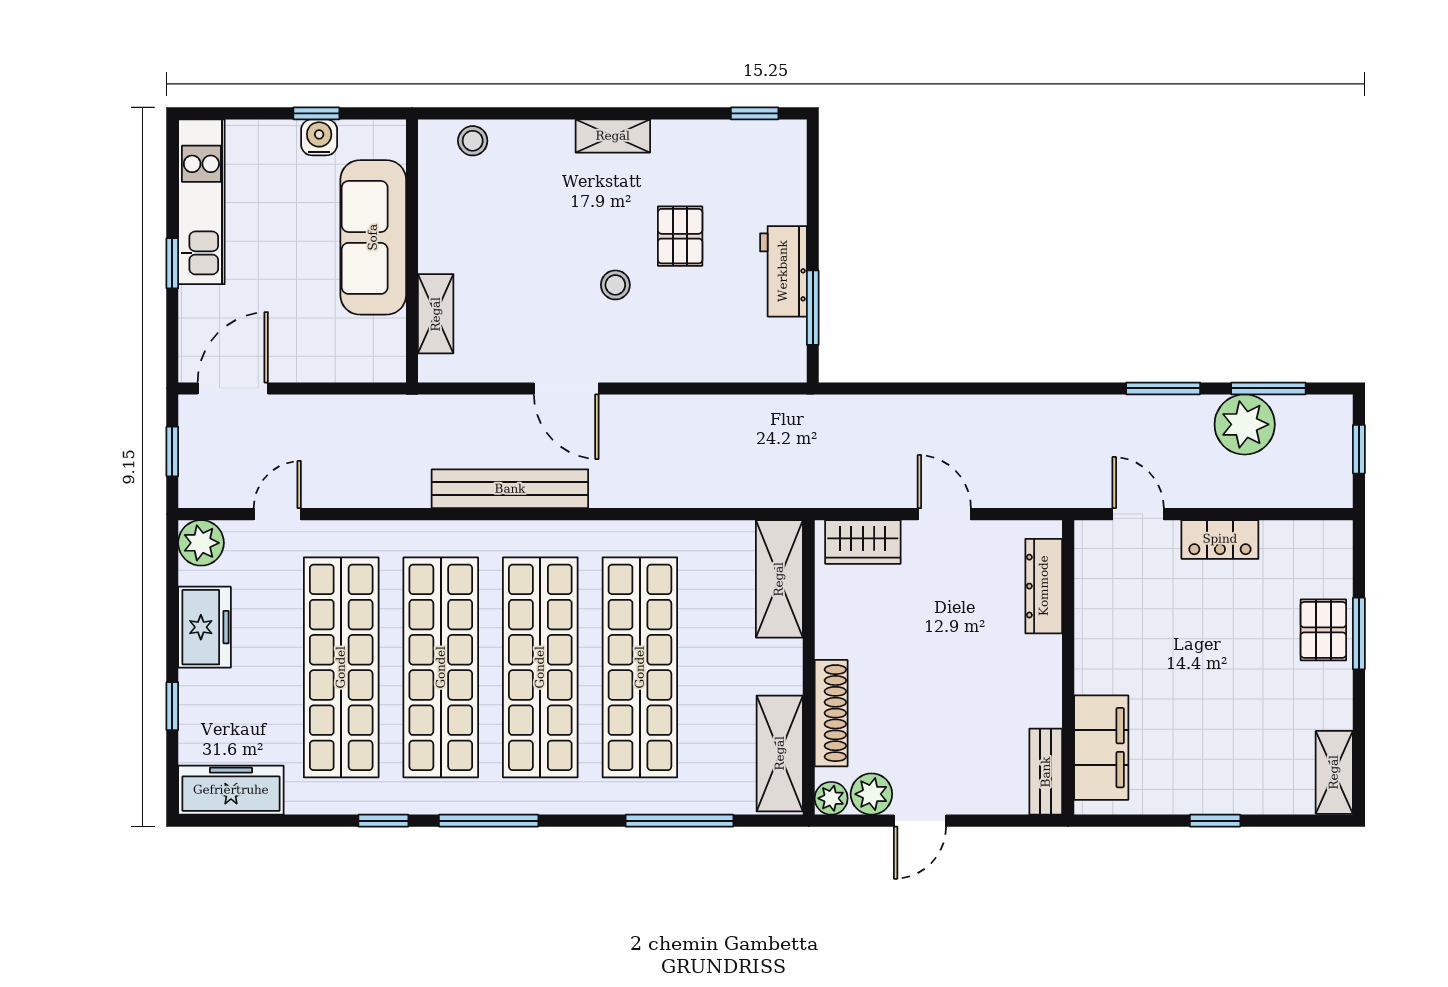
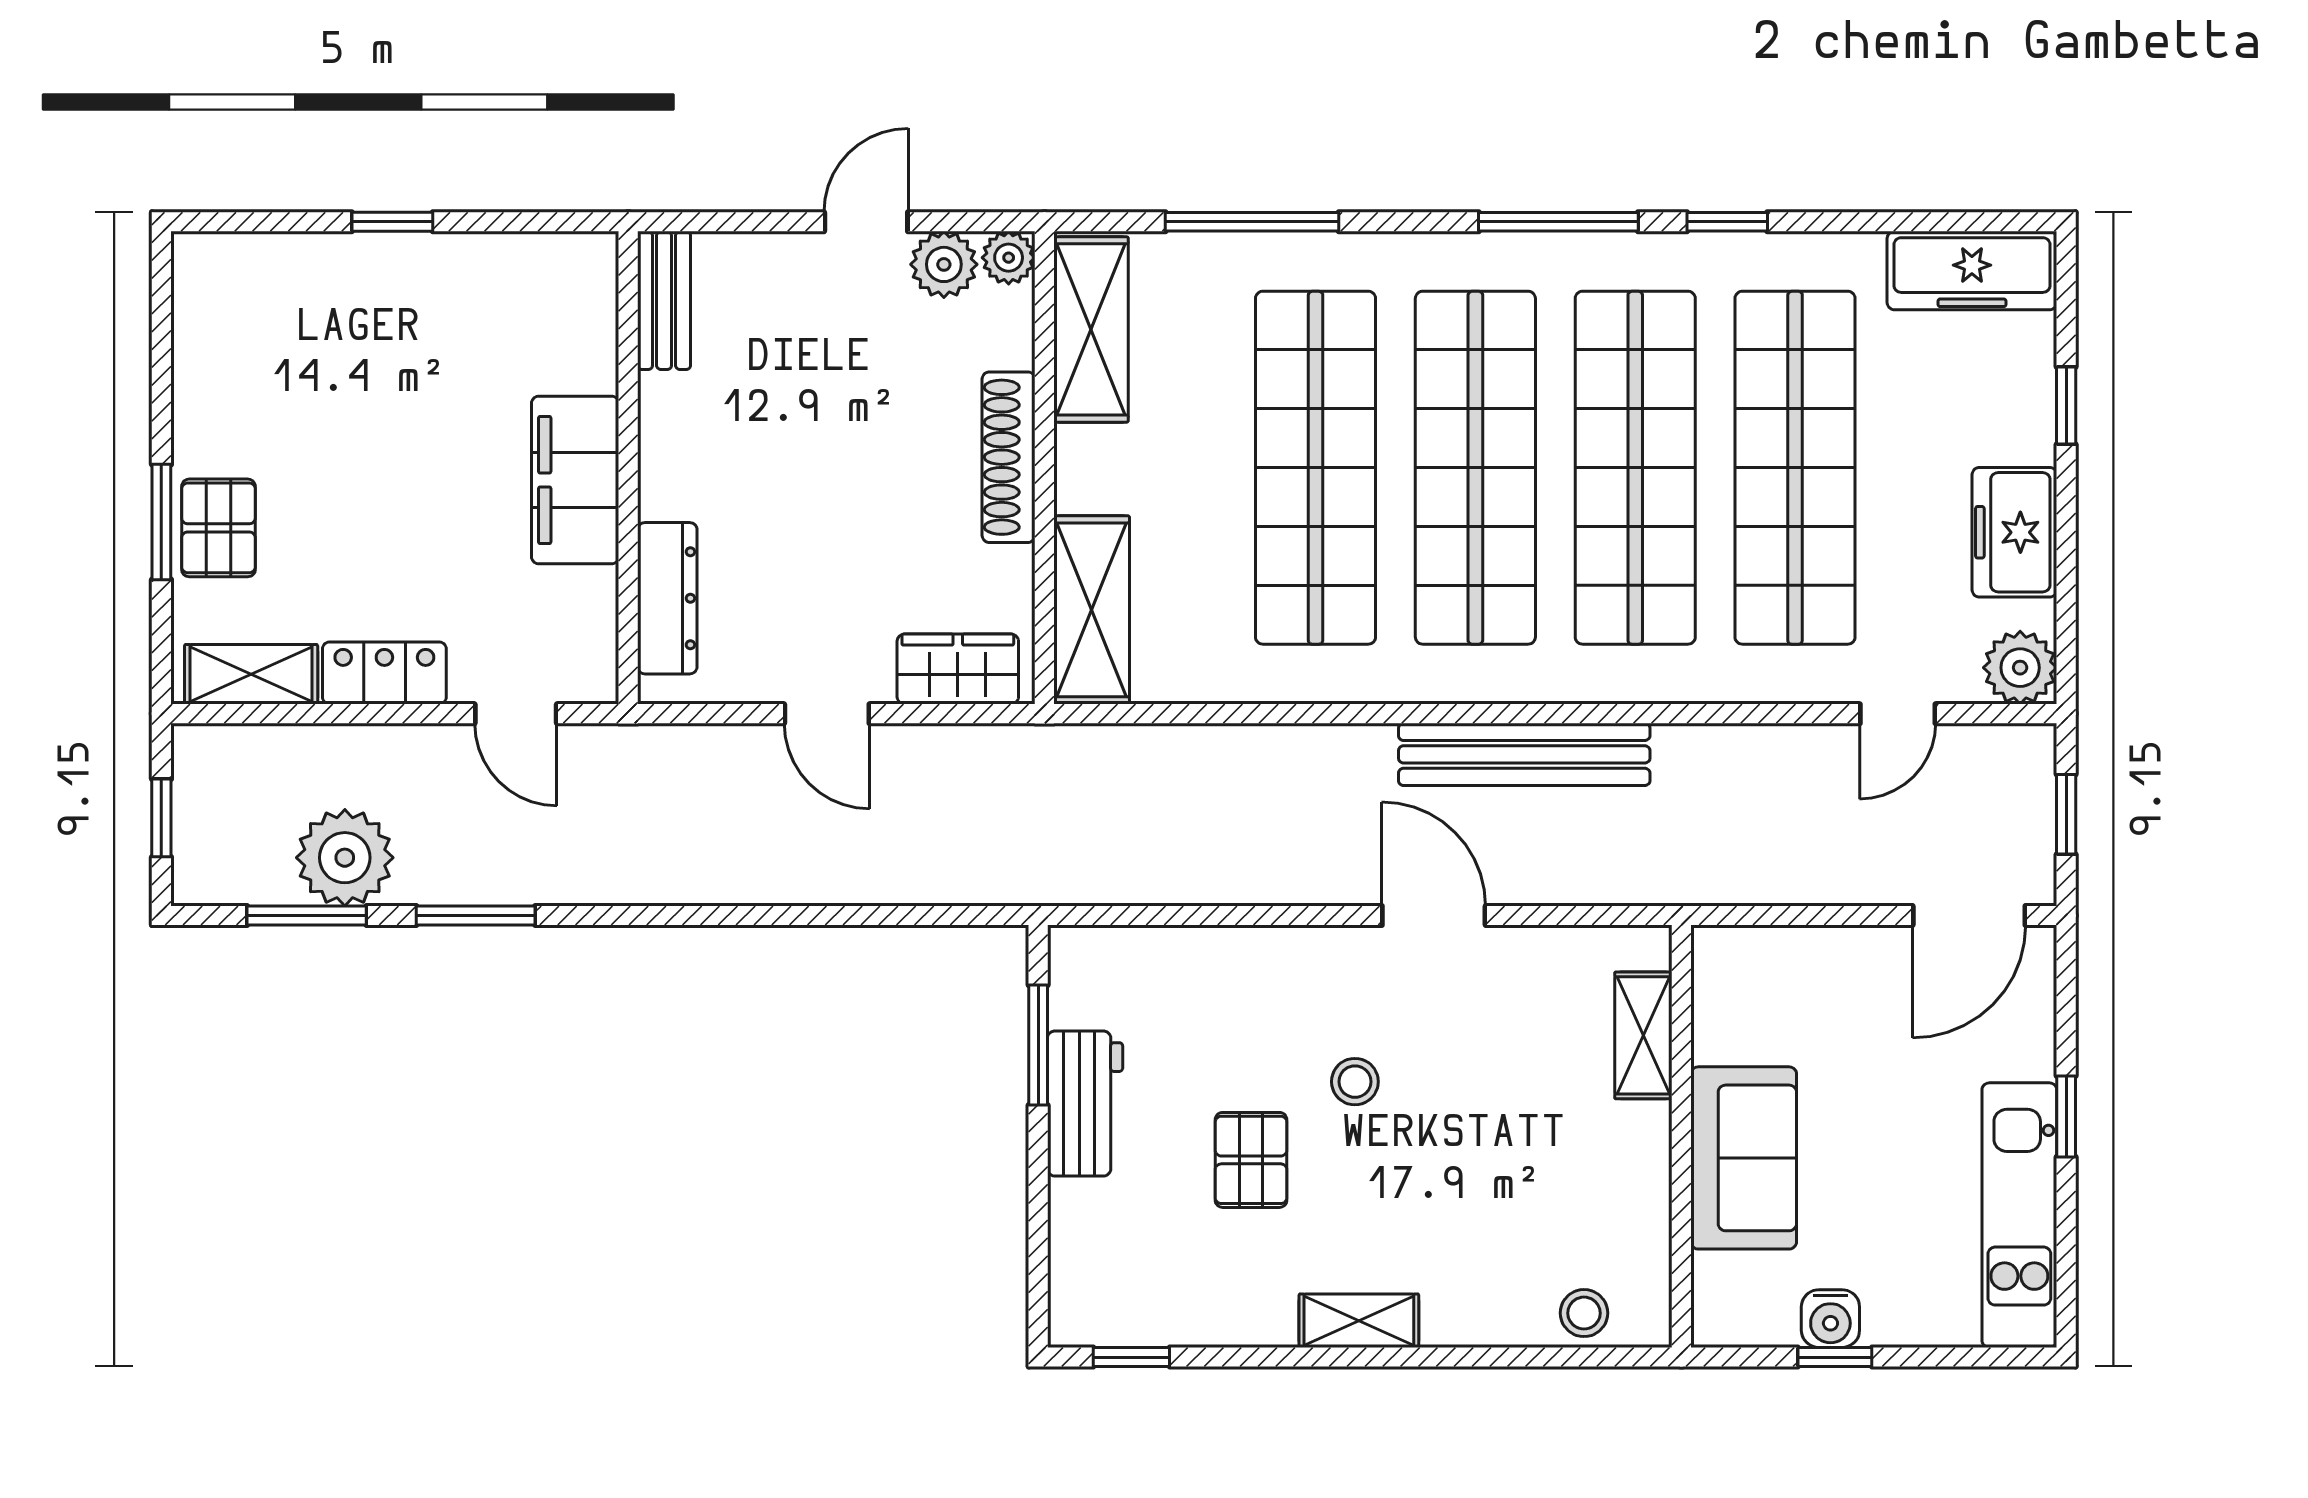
sofa: (373, 237) -> (1744, 1158), width x0.73
shoe rack: (831, 713) -> (1009, 457), moved
filing cabinet: (1101, 748) -> (575, 480), moved
shelving: (1334, 772) -> (251, 674), moved, turned 90

